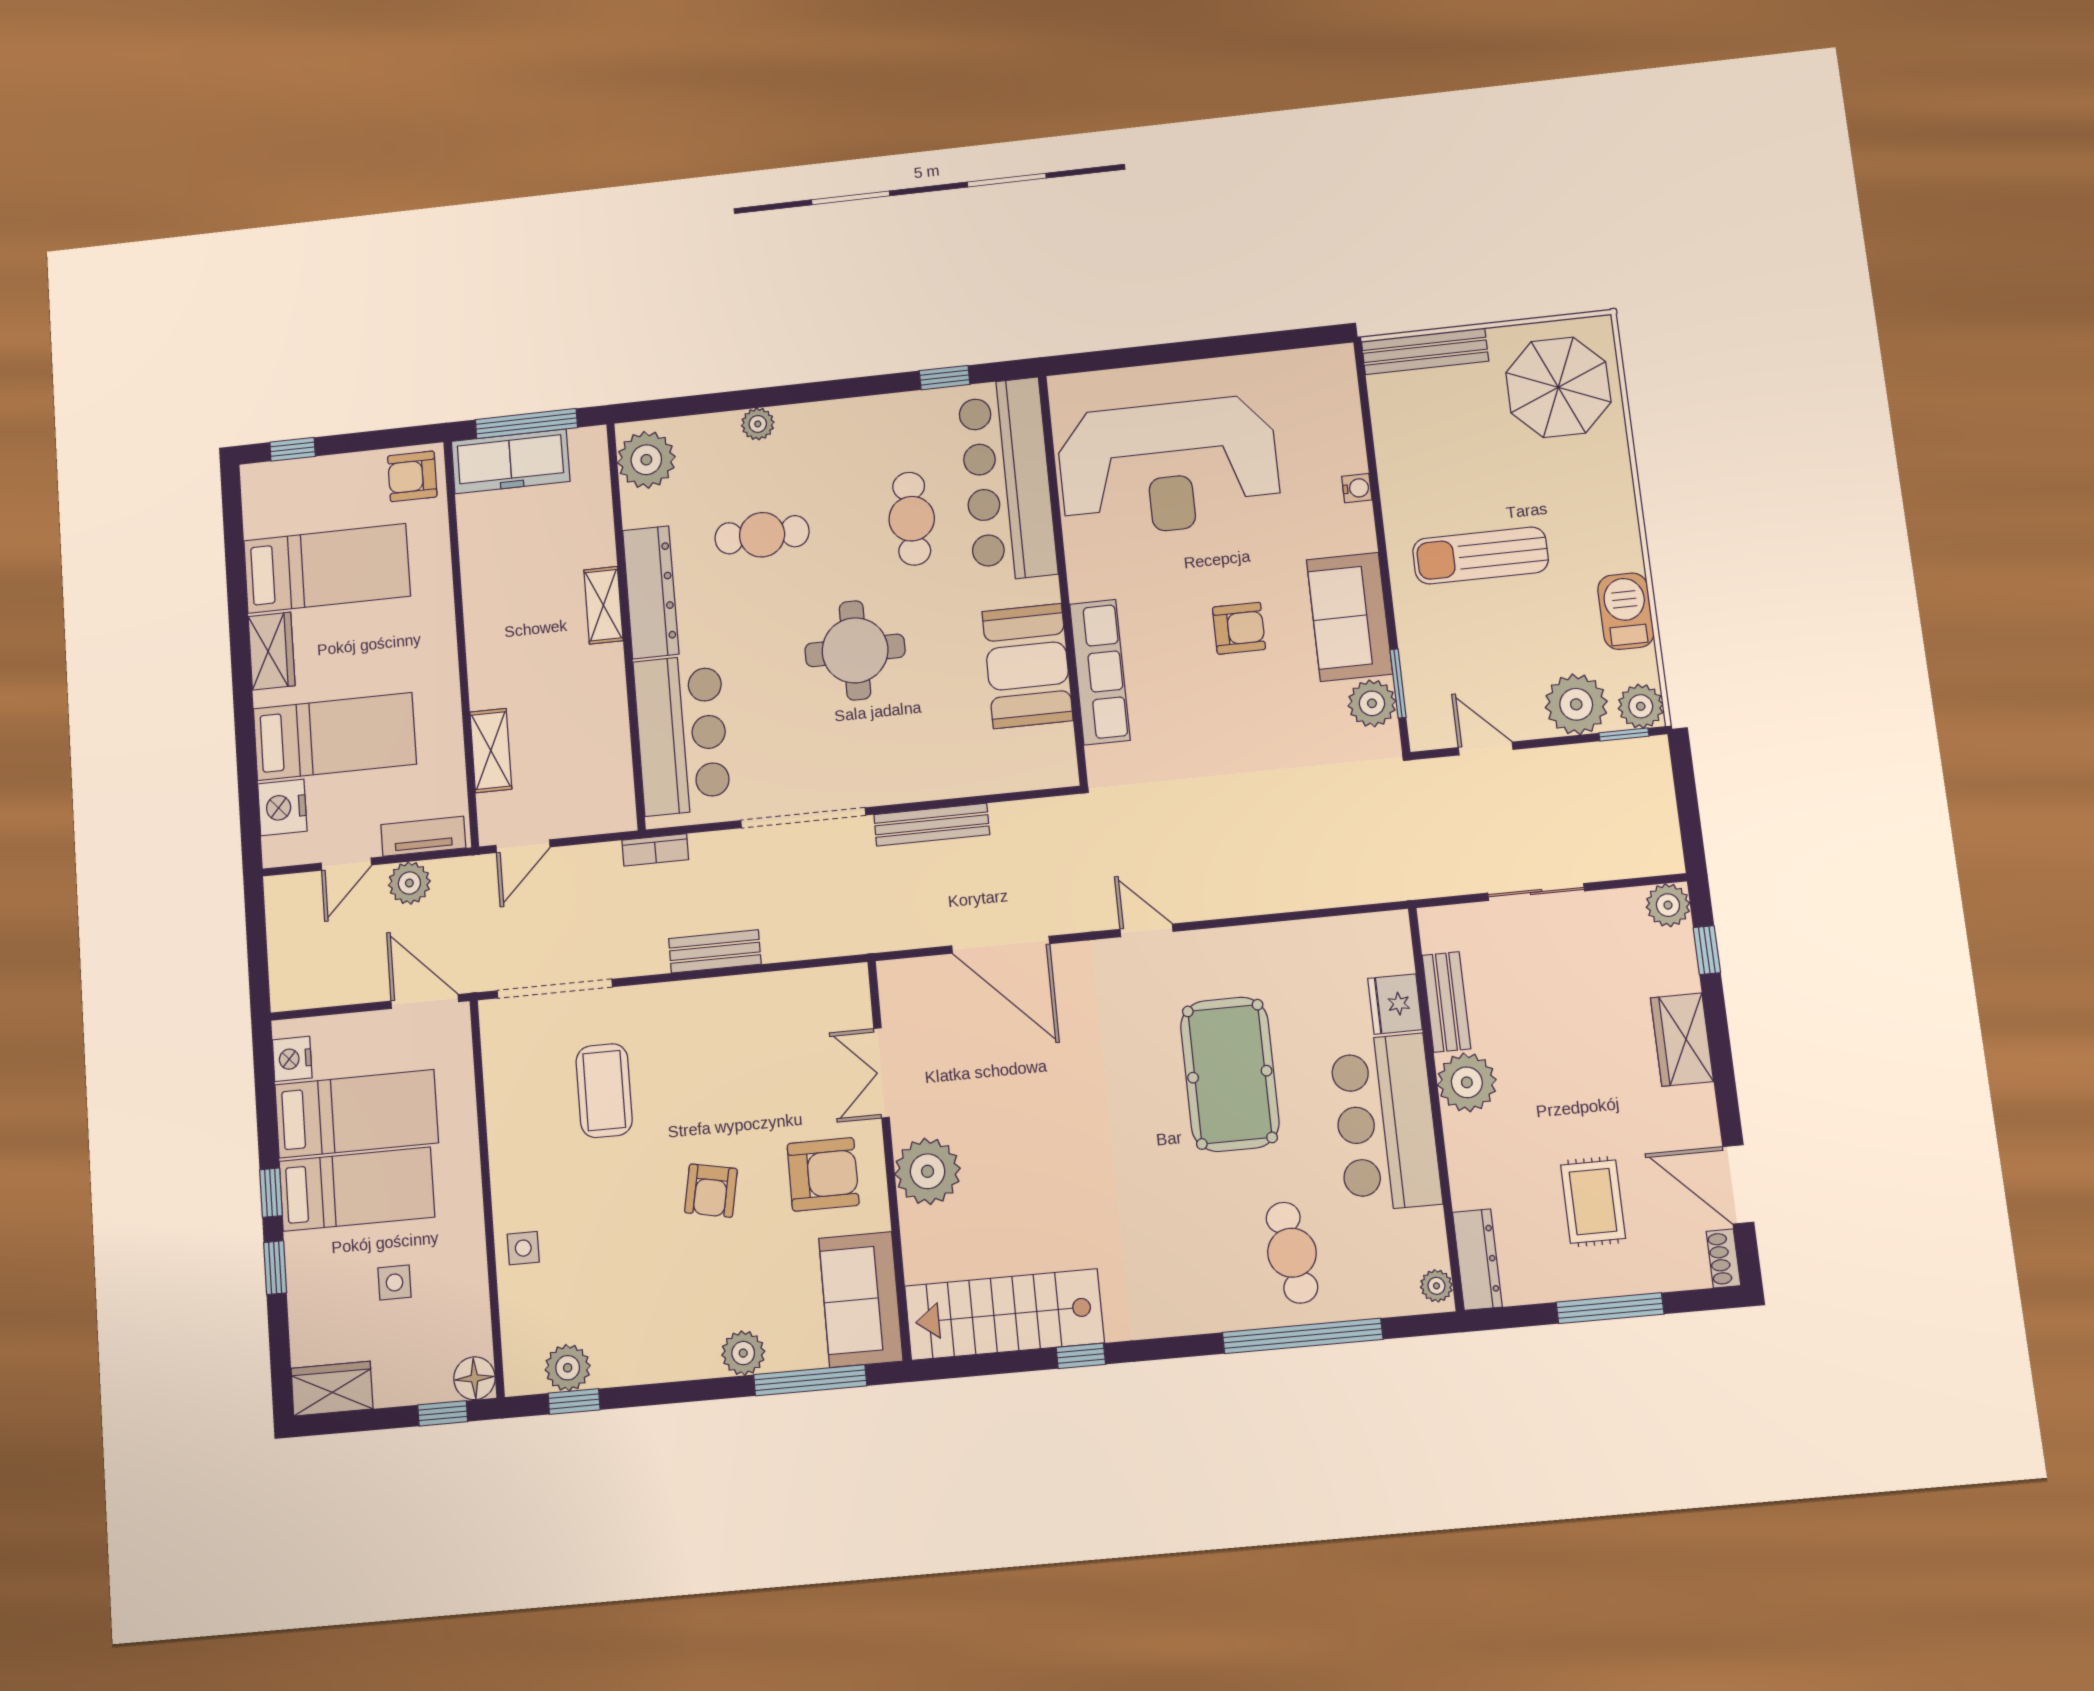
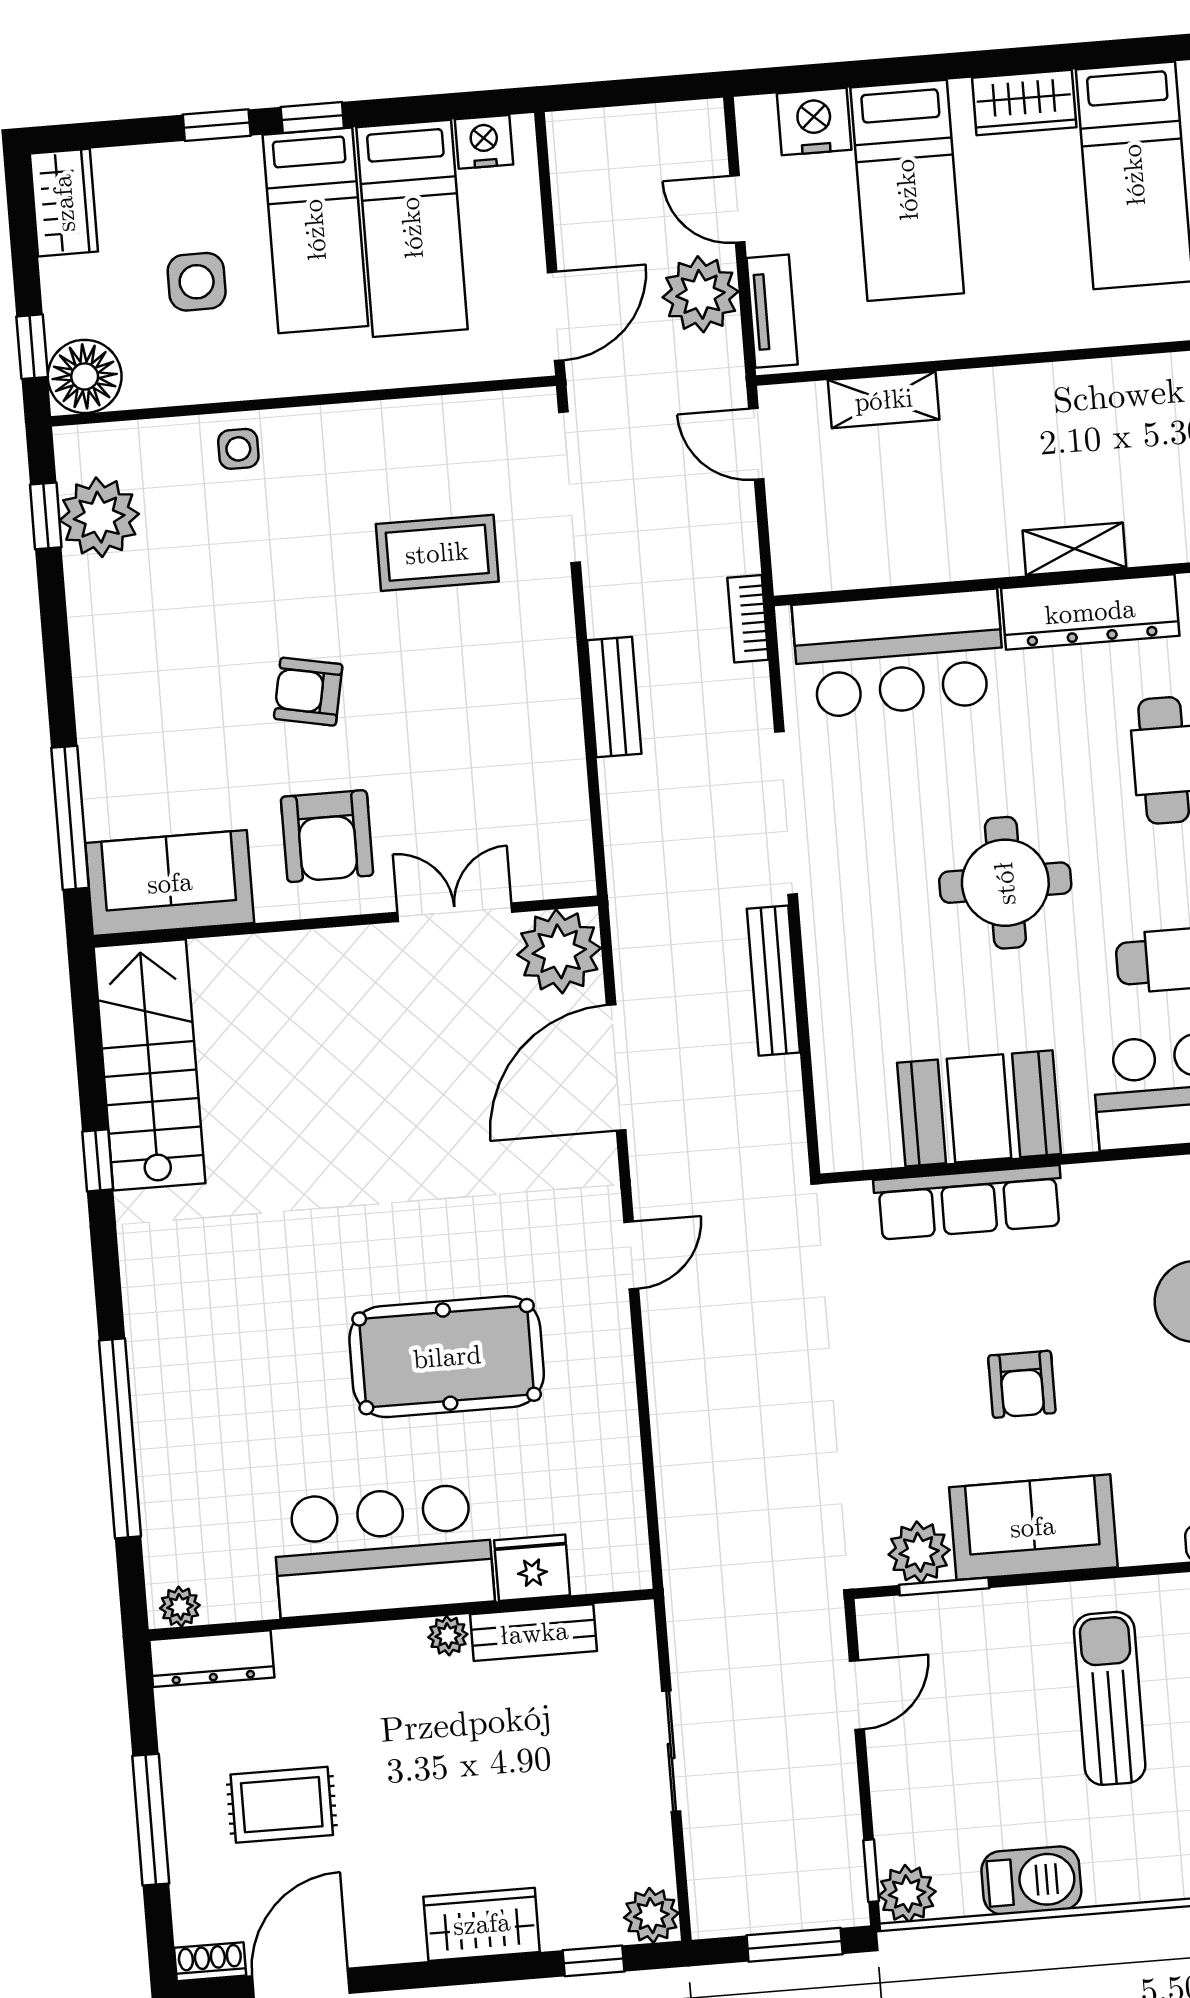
plant: (1576, 704) -> (912, 1812), removed
window: (1686, 793) -> (795, 1945), added
plant: (409, 883) -> (701, 294), width x1.36, depth x1.36
plant: (1467, 1082) -> (448, 1636), width x0.53, depth x0.53
plant: (928, 1171) -> (559, 951), moved
cafe table: (1292, 1253) -> (223, 1428), removed
side table: (395, 1282) -> (197, 282), width x1.37, depth x1.37
plant: (743, 1353) -> (104, 733), removed
plant: (568, 1368) -> (99, 517), width x1.36, depth x1.36
floor lamp: (474, 1378) -> (85, 376), width x1.38, depth x1.38

